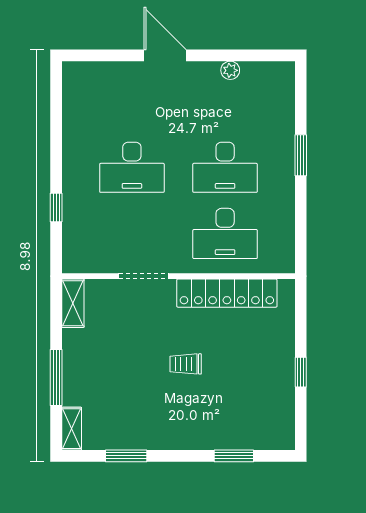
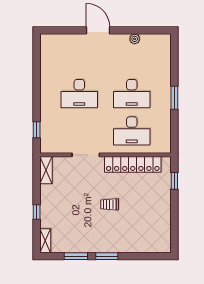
window: (301, 155) -> (174, 98), moved
window: (56, 208) -> (37, 130), moved
window: (301, 372) -> (174, 181), moved
window: (56, 378) -> (37, 212), width x0.46
window: (234, 456) -> (107, 256), moved

